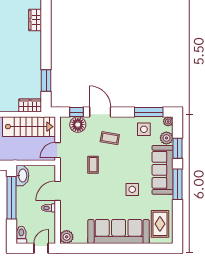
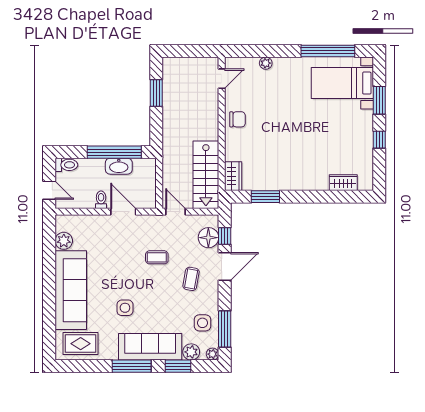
washbasin: (22, 175) -> (119, 166), moved
plant: (67, 237) -> (64, 241), moved

